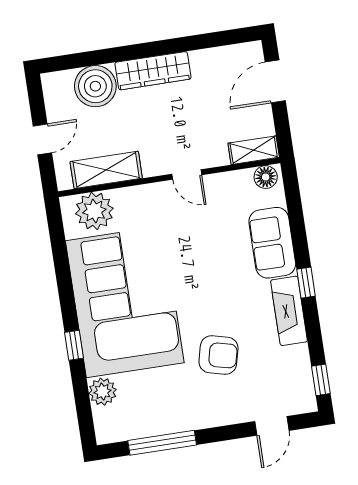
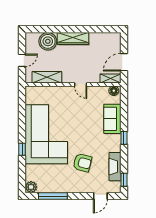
door: (275, 81) -> (124, 62), moved
plant: (94, 211) -> (39, 94), removed
fireplace: (289, 311) -> (115, 167), moved
plant: (103, 392) -> (31, 187), moved

